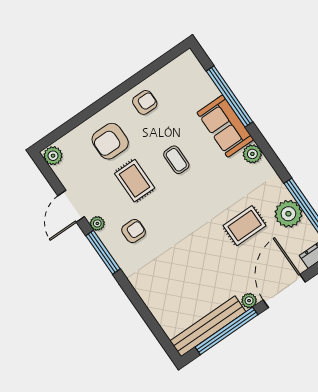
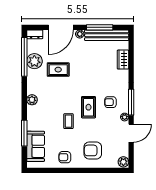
window: (230, 96) -> (24, 133), width x0.68
sofa: (225, 126) -> (36, 146), moved
armchair: (110, 141) -> (93, 150), turned 180
rug: (135, 181) -> (88, 107), moved
wardrobe: (159, 307) -> (123, 60), added
window: (227, 331) -> (100, 27), width x0.68

